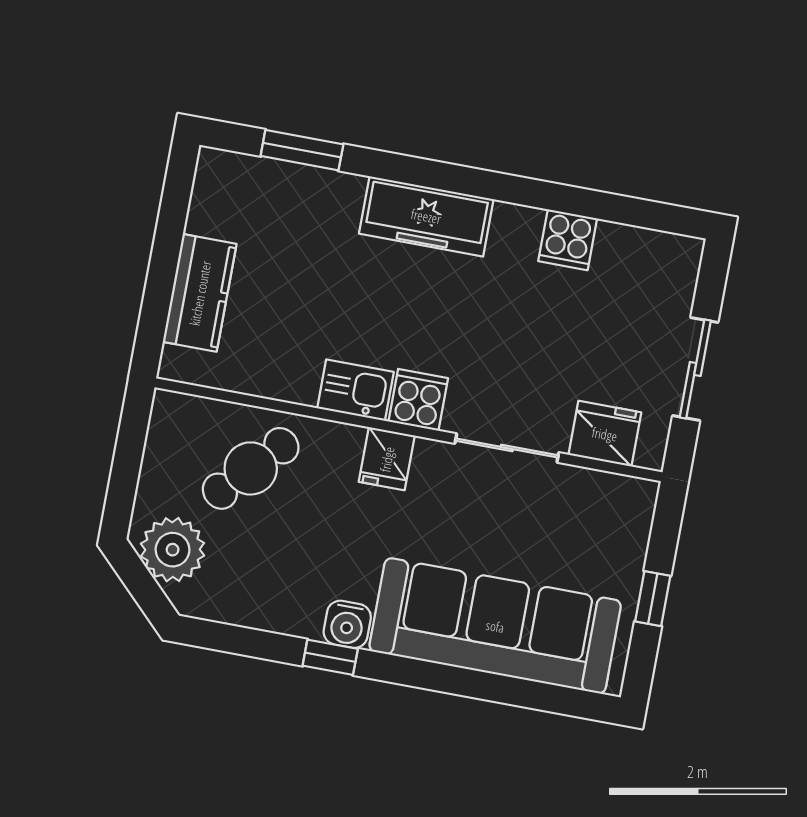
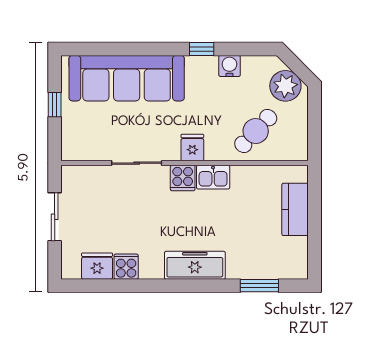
fridge: (605, 434) -> (97, 266), moved, turned 180
water cooler: (347, 624) -> (229, 66), moved

